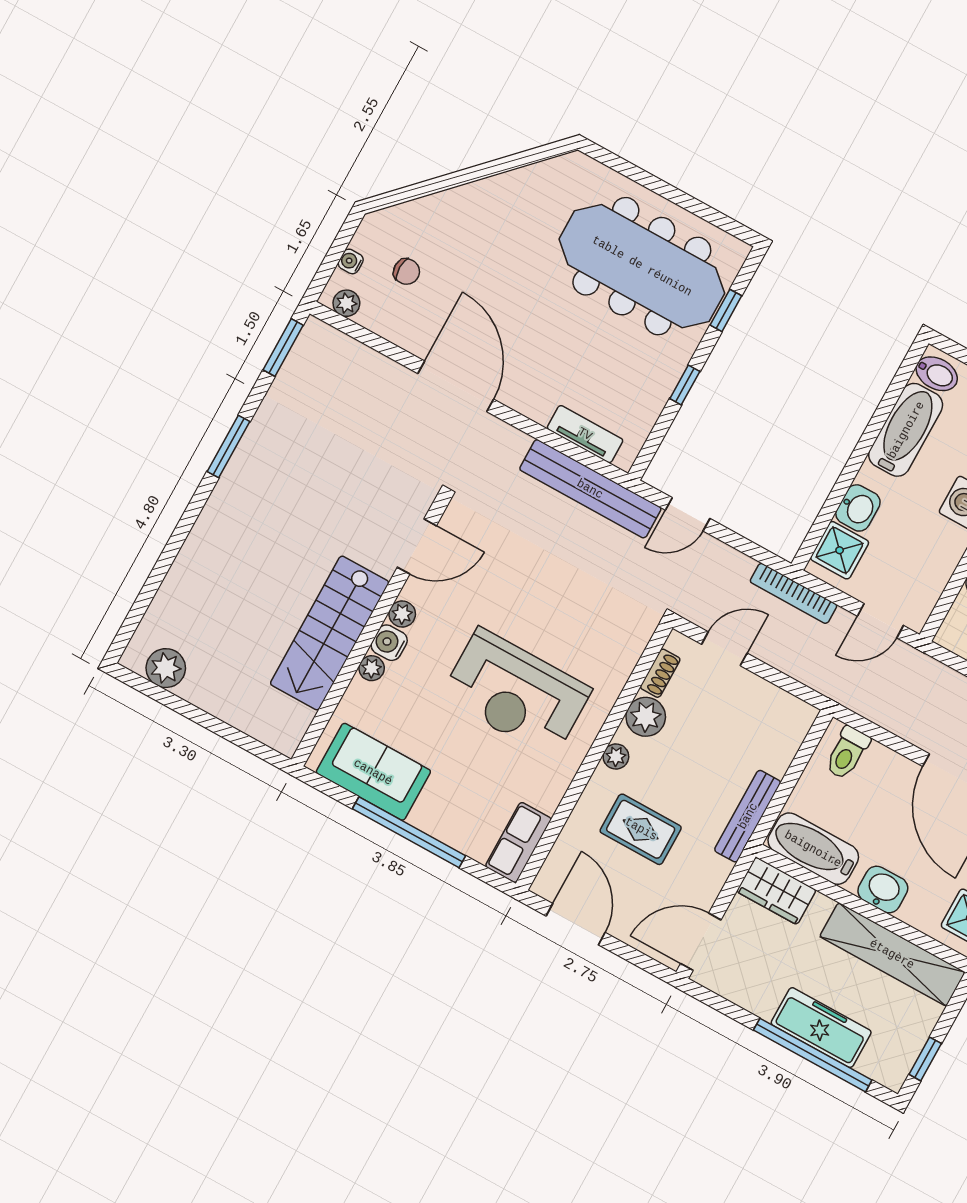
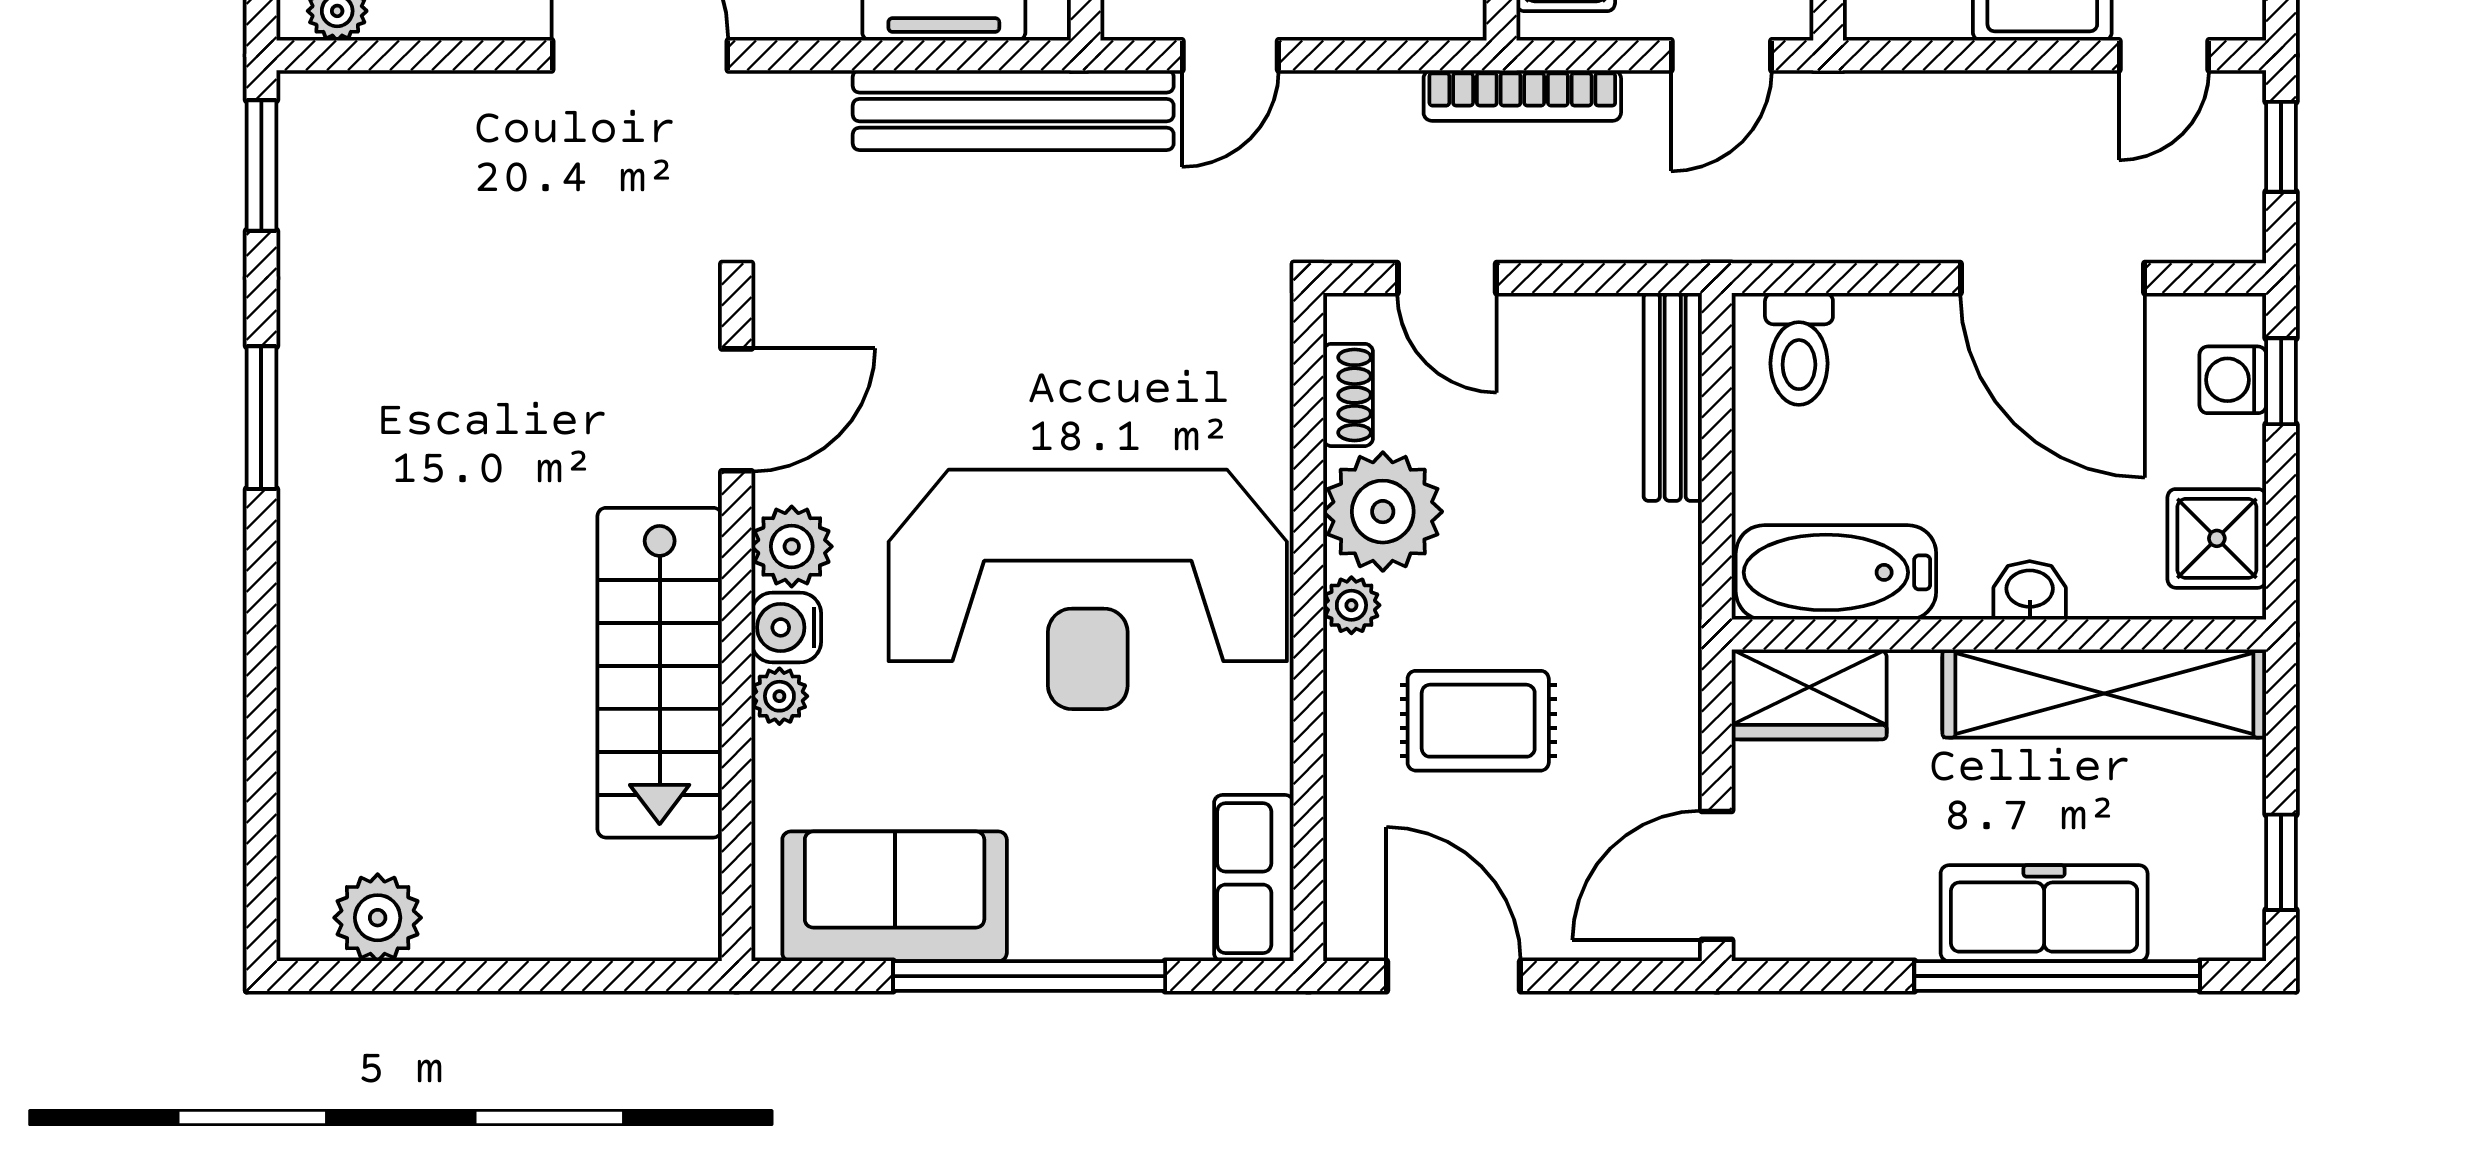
plant: (402, 614) -> (792, 546), width x1.38, depth x1.38
door: (724, 649) -> (1447, 278), swing flipped
reception desk: (516, 693) -> (1088, 589), width x1.36, depth x1.30
plant: (646, 717) -> (1383, 512), width x1.36, depth x1.36
bench: (748, 816) -> (1673, 397), moved
washbasin: (883, 890) -> (2030, 590), width x0.72, depth x0.69

